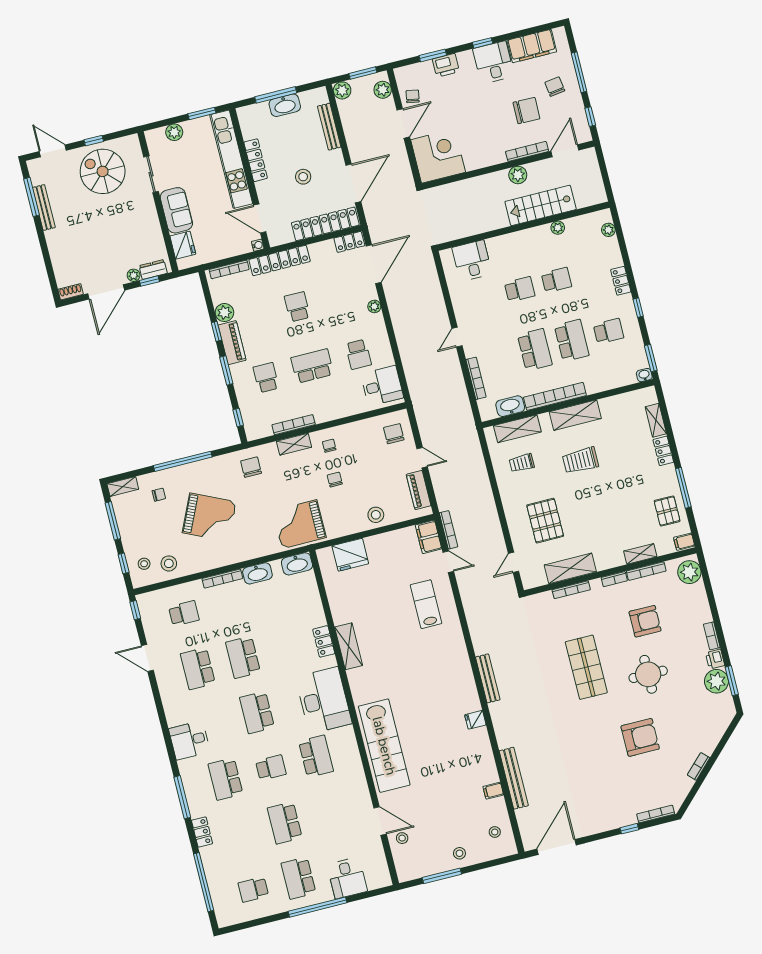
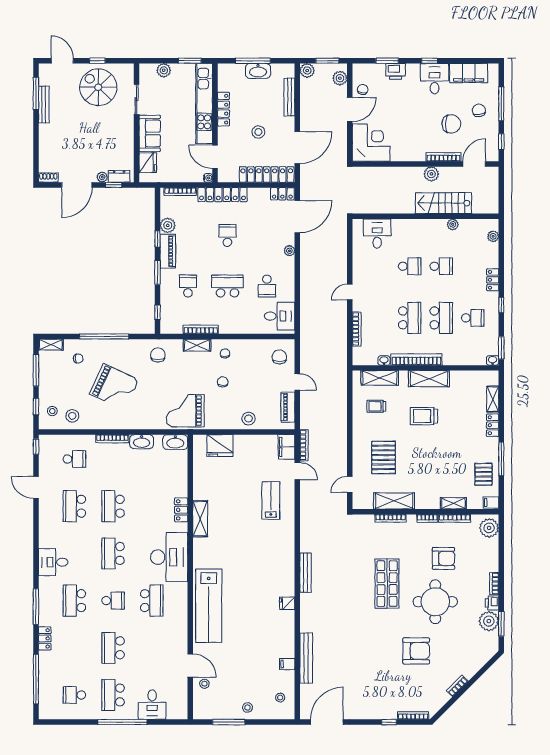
washbasin: (510, 406) -> (384, 360), width x0.52, depth x0.69
round table: (648, 674) -> (435, 602), width x1.36, depth x1.36

